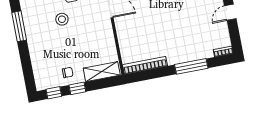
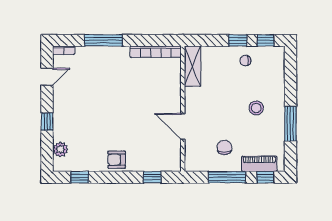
door: (230, 12) -> (47, 77), moved
stool: (62, 19) -> (256, 108), moved
shelving: (102, 72) -> (193, 66), moved, turned 90

